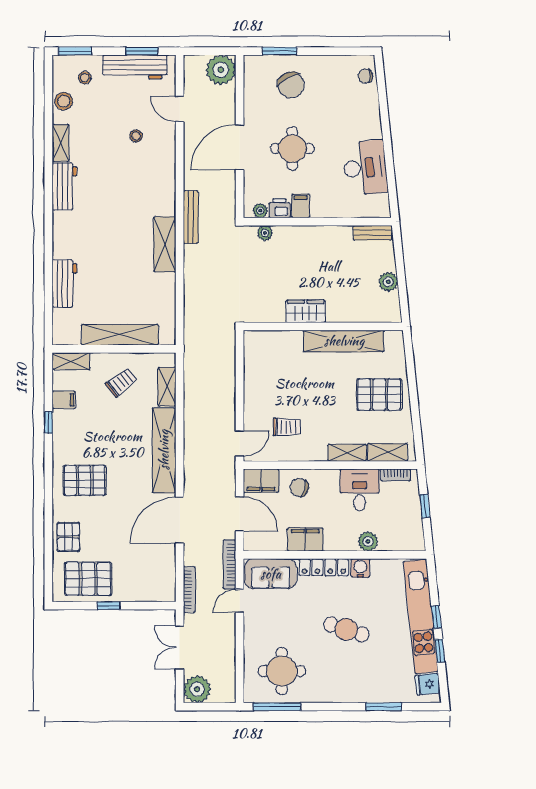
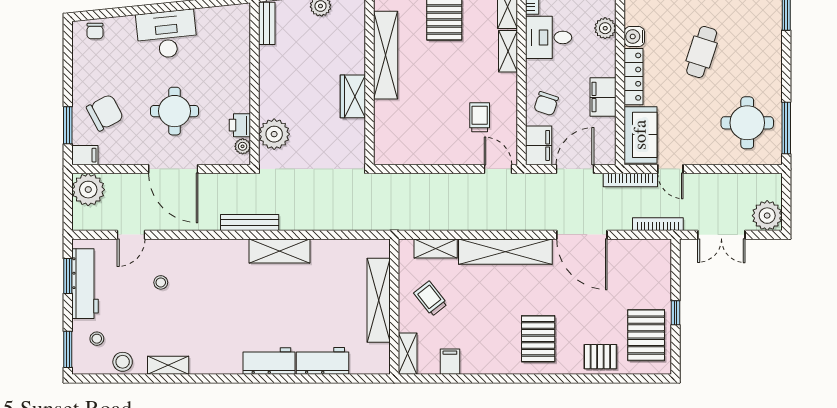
desk: (365, 168) -> (167, 34), moved
workbench: (64, 186) -> (269, 361), moved
filing cabinet: (301, 206) -> (85, 155), moved, turned 180
plant: (265, 233) -> (274, 134), width x1.87, depth x1.87
window: (48, 422) -> (475, 378), removed

